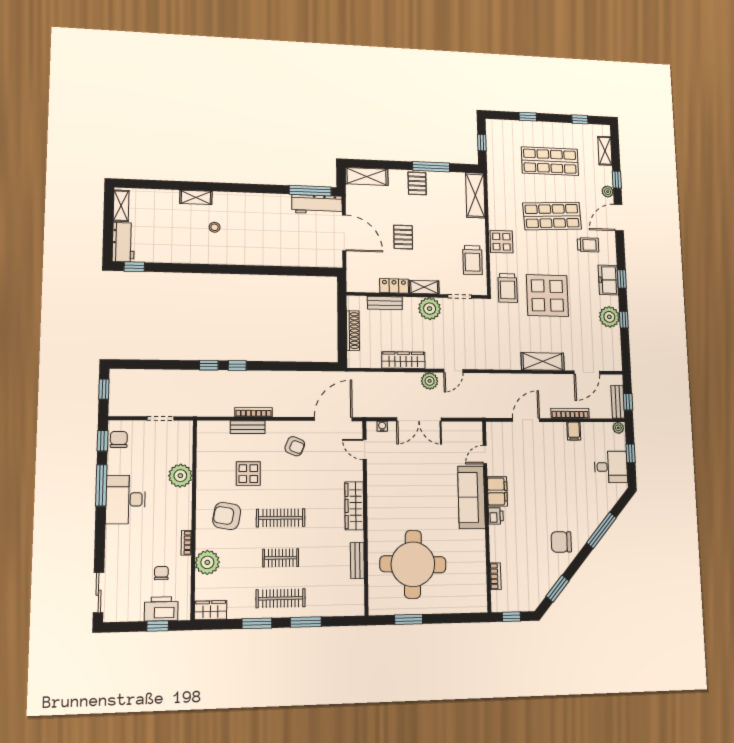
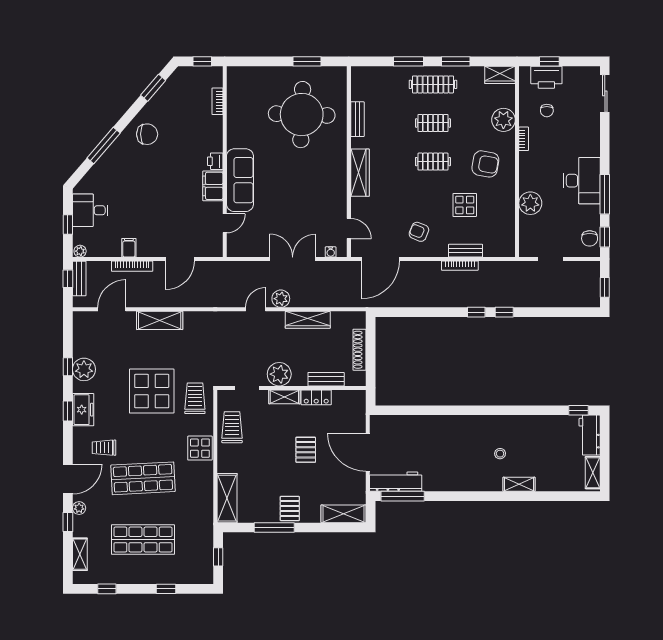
clothes rail: (281, 518) -> (433, 162), width x0.73

